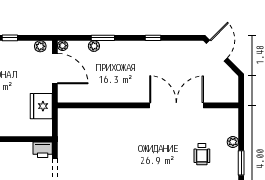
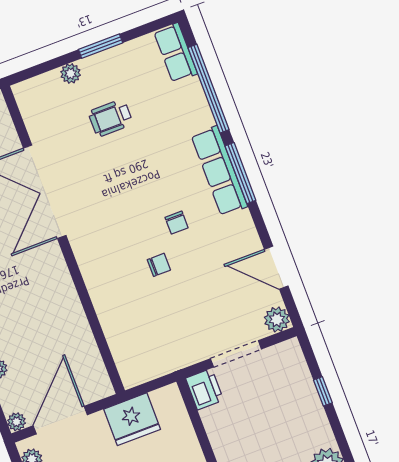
chair: (116, 150) -> (159, 265), added
wheelchair: (202, 154) -> (111, 118), turned 180
chair: (135, 168) -> (177, 223), added

